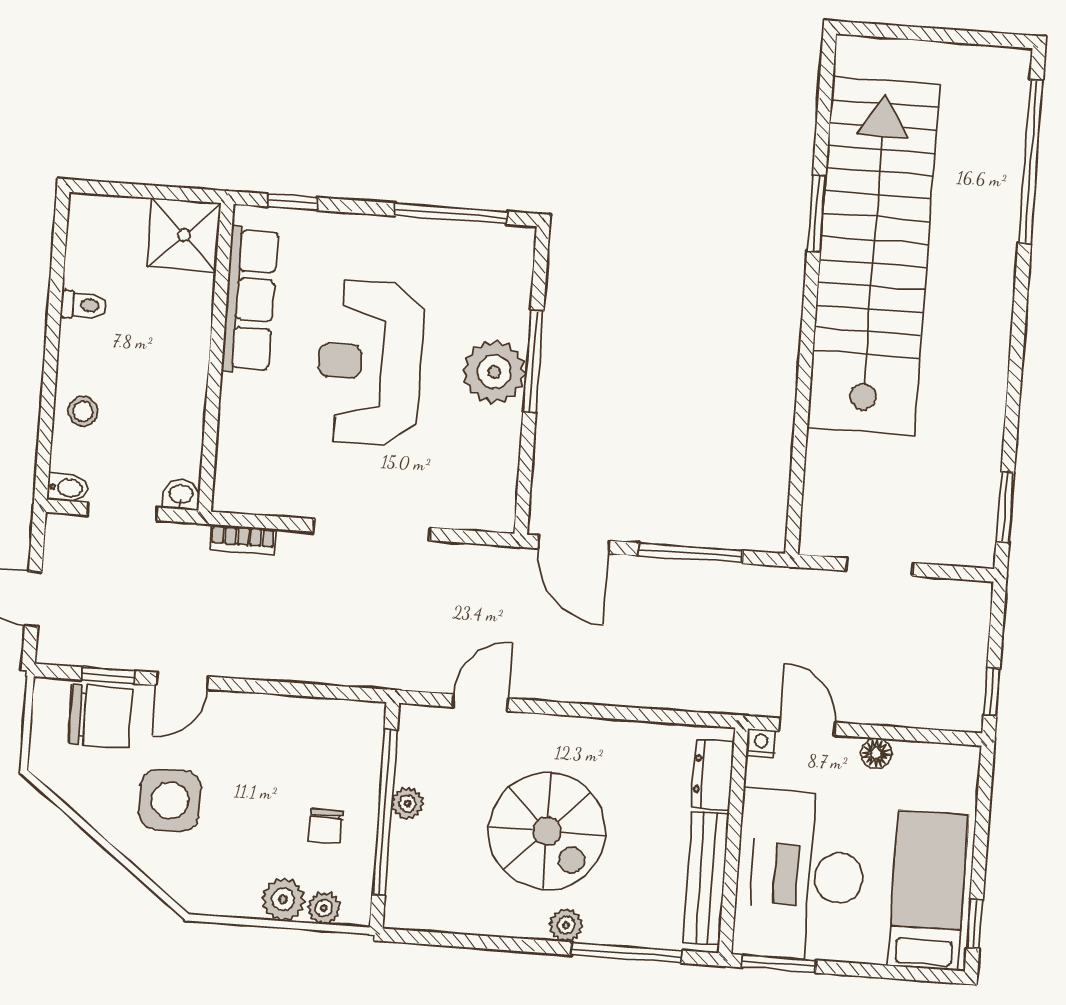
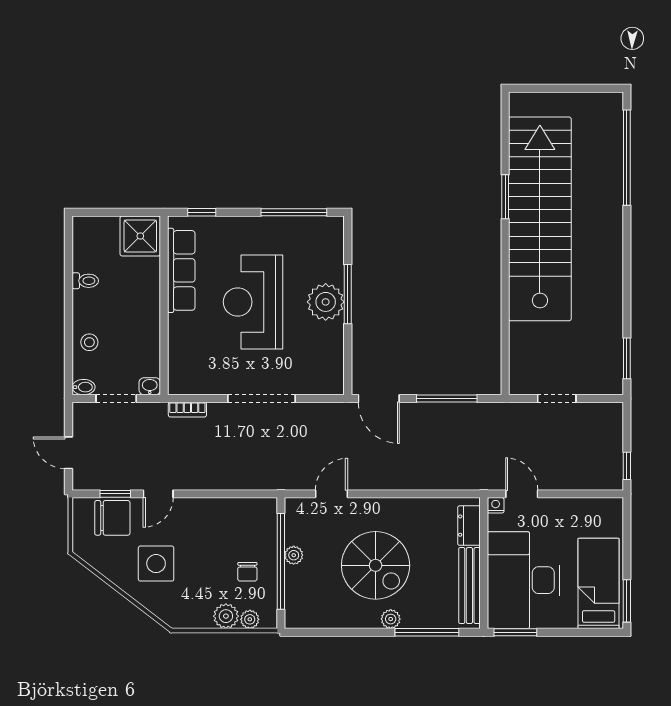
floor lamp: (876, 753) -> (563, 506), removed
window: (975, 924) -> (627, 601), width x1.50

